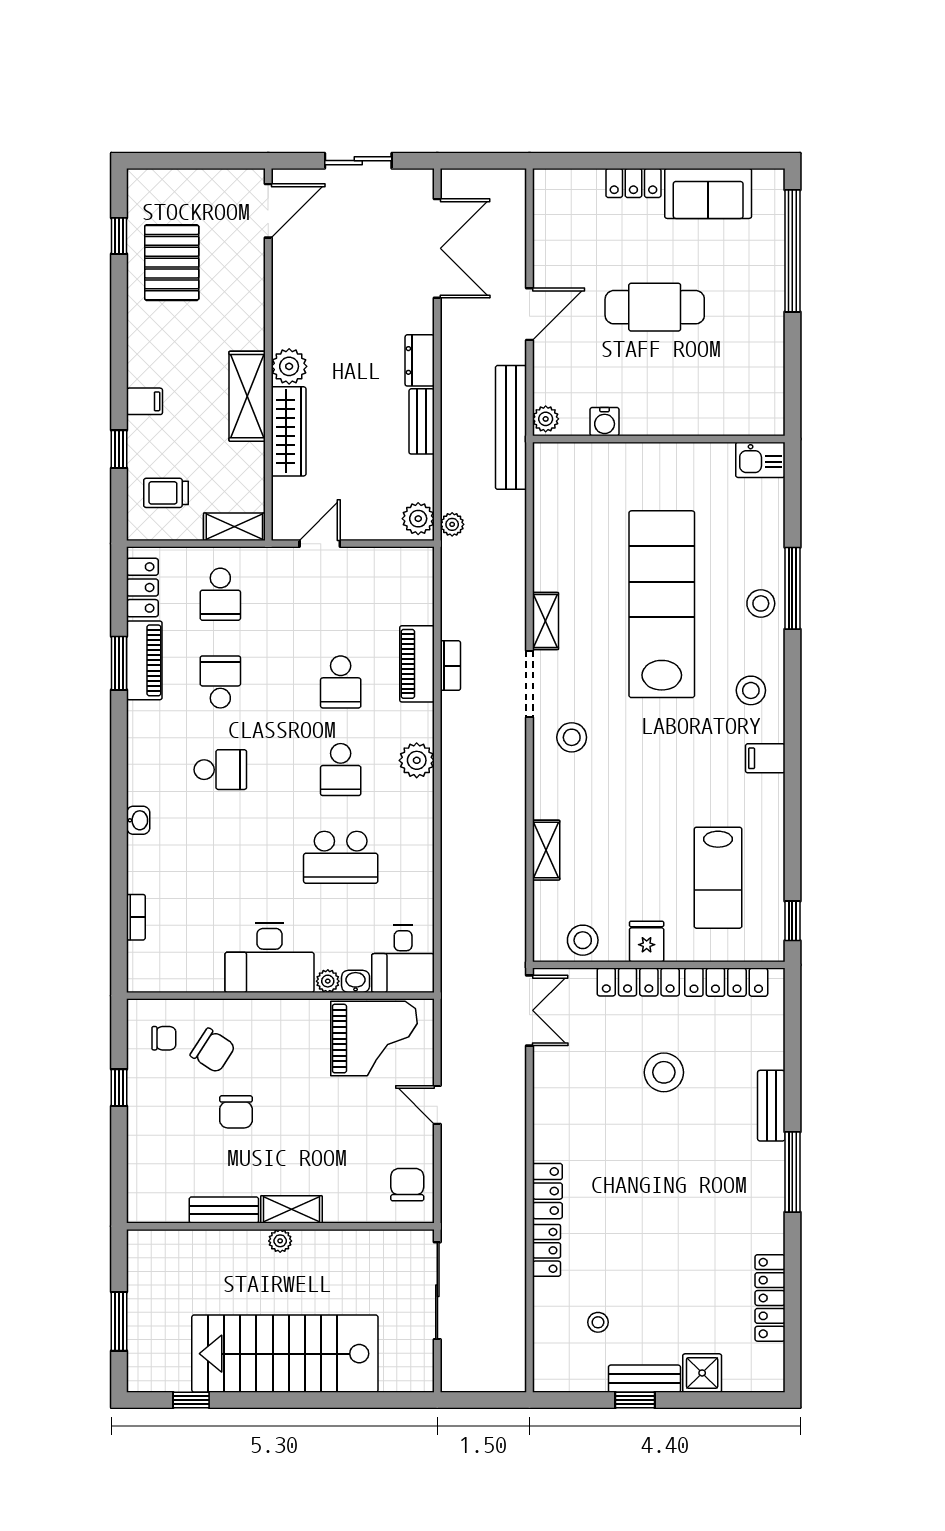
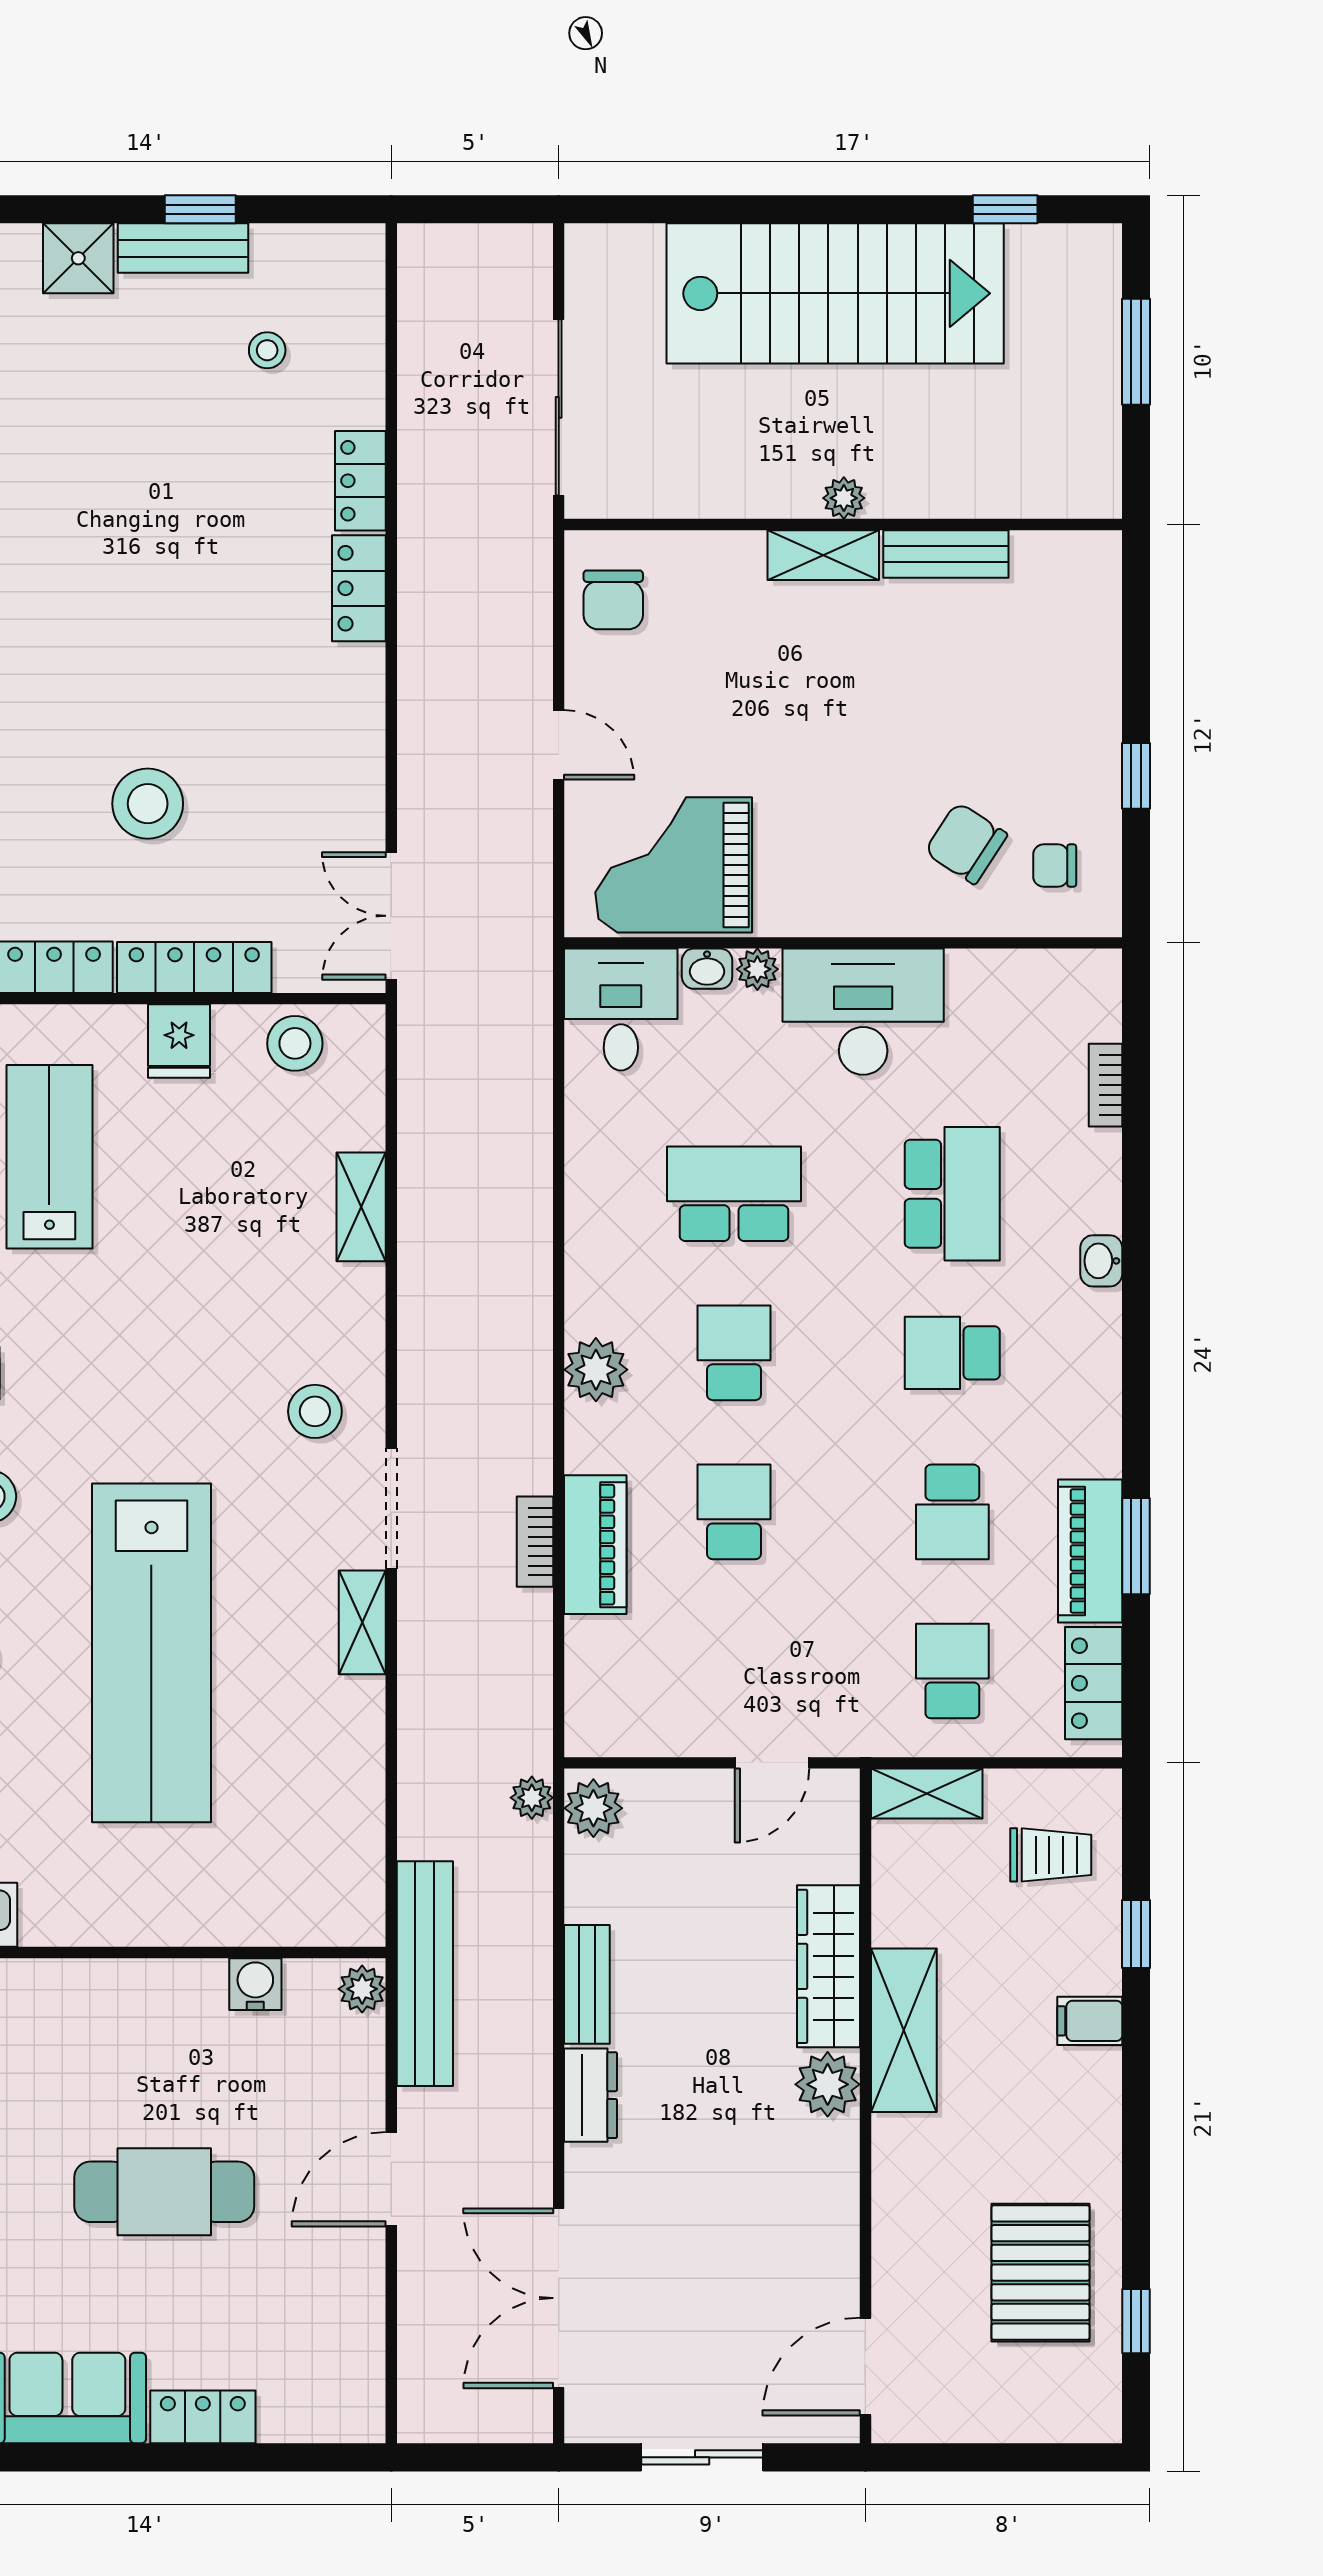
school desk: (220, 857) -> (952, 1194), added
chair: (236, 1112) -> (924, 732), removed

